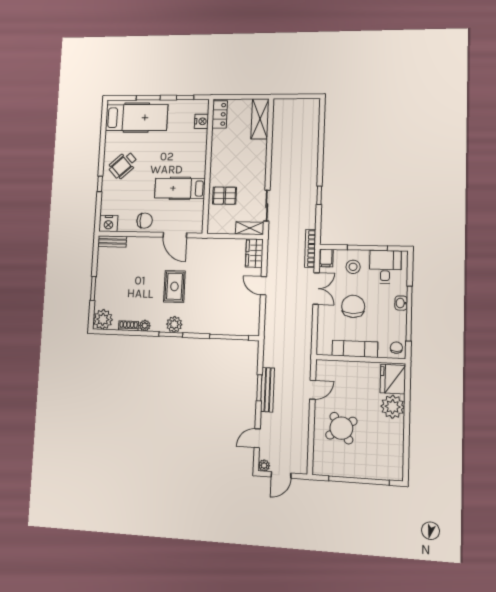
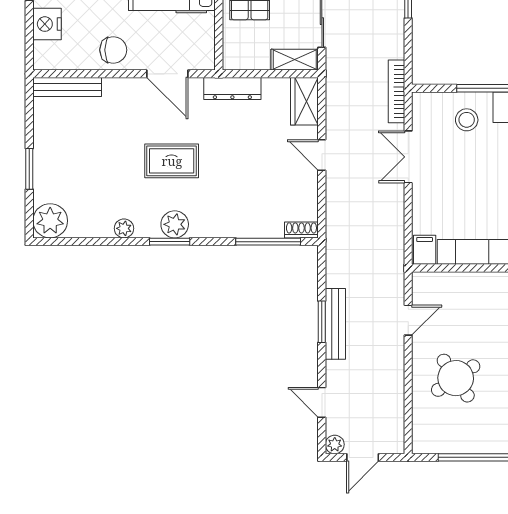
nightstand: (109, 223) -> (47, 24), moved, turned 90
bench: (112, 241) -> (67, 87), width x1.36
dresser: (212, 245) -> (232, 89), added
filing cabinet: (326, 258) -> (425, 250), moved, turned 180
rug: (174, 286) -> (172, 161), turned 90
double door: (316, 288) -> (408, 157), swing flipped
chair: (353, 306) -> (469, 184), removed
shoe rack: (128, 326) -> (301, 230), moved
door: (257, 438) -> (322, 402), hinge flipped

